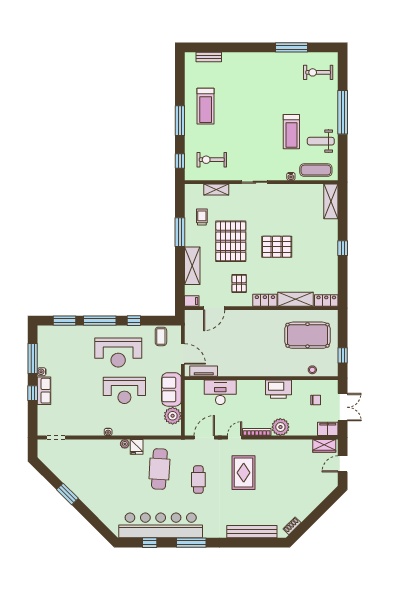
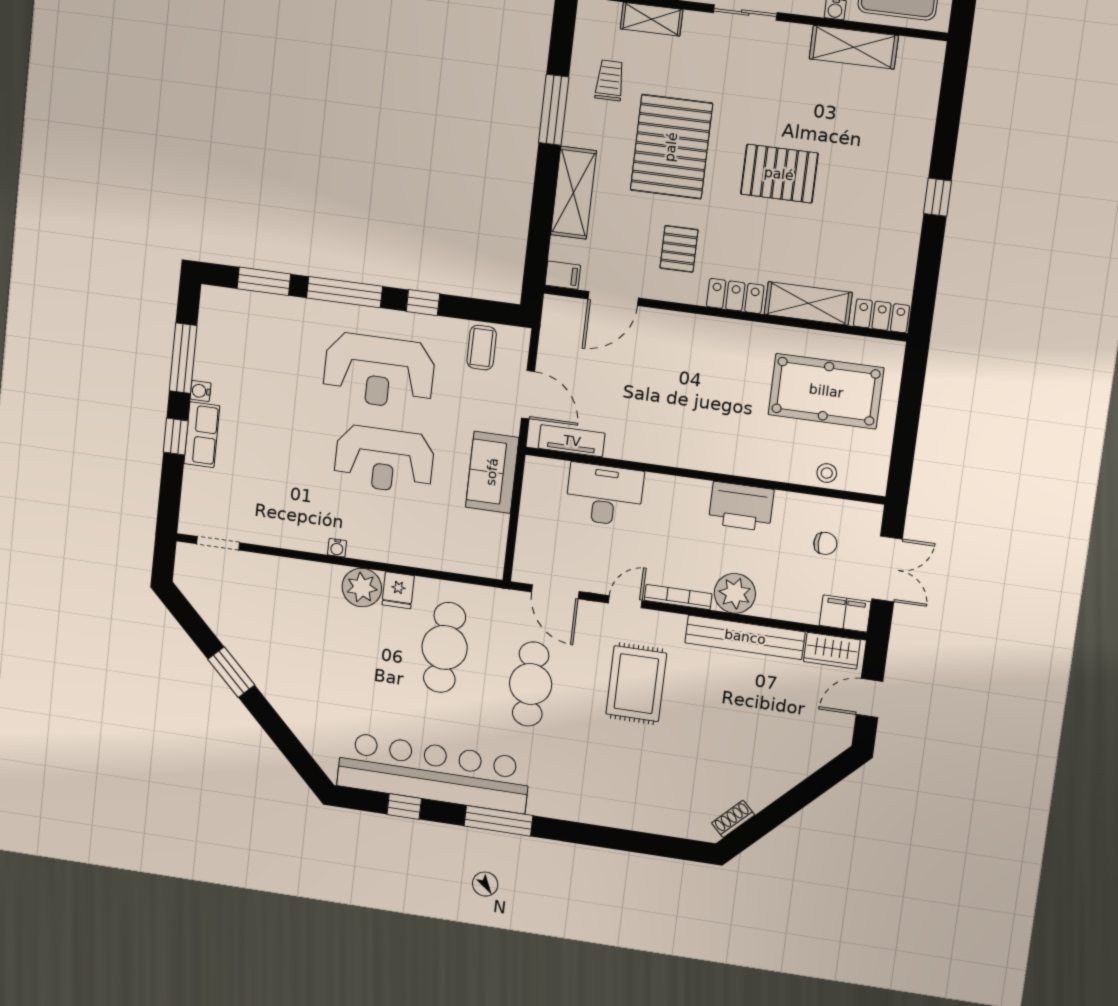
shelving: (331, 201) -> (854, 47), moved, turned 90
window: (343, 355) -> (903, 450), removed
plant: (173, 416) -> (488, 532), removed
door: (204, 437) -> (555, 592), swing flipped
plant: (125, 444) -> (362, 587), width x1.88, depth x1.88
cafe table: (198, 480) -> (531, 684), width x1.37, depth x1.35
bench: (252, 532) -> (745, 637), moved

